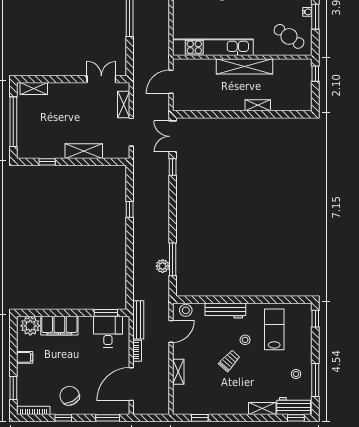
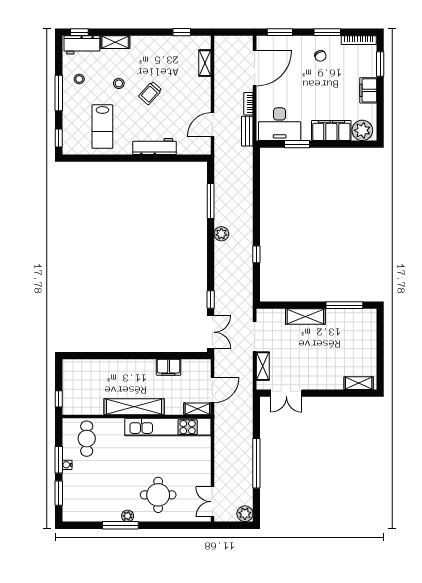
cafe table: (289, 36) -> (87, 439), turned 55
filing cabinet: (212, 103) -> (169, 367), added
shelving: (258, 105) -> (197, 409), moved
window: (13, 122) -> (380, 348), removed
window: (47, 162) -> (344, 305), width x2.17
plant: (163, 266) -> (221, 234), moved
stool: (186, 310) -> (197, 147), removed
window: (106, 313) -> (297, 144), moved
bench: (138, 320) -> (247, 131), width x0.73
desk: (108, 332) -> (280, 124), width x1.37
stool: (245, 340) -> (119, 83), moved
filing cabinet: (25, 357) -> (368, 90), width x2.00
shelving: (178, 372) -> (205, 63), moved
window: (315, 380) -> (59, 93), moved
chair: (70, 396) -> (320, 56), width x0.54, depth x0.54
window: (63, 418) -> (327, 32), width x1.50

